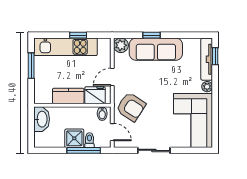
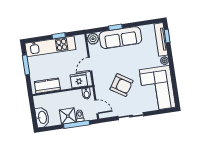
kitchen counter: (68, 96) -> (47, 86), moved
armchair: (131, 107) -> (122, 85), moved
washbasin: (42, 119) -> (42, 117), moved

